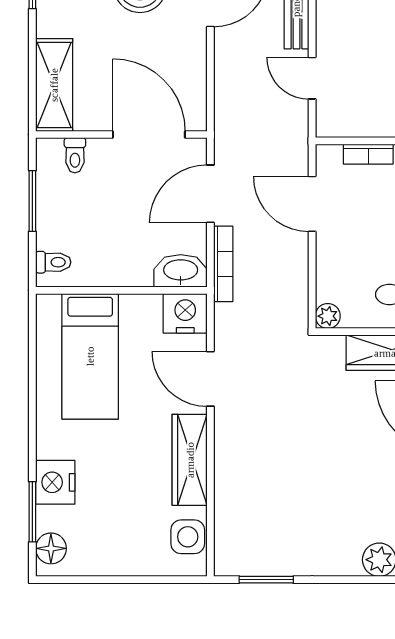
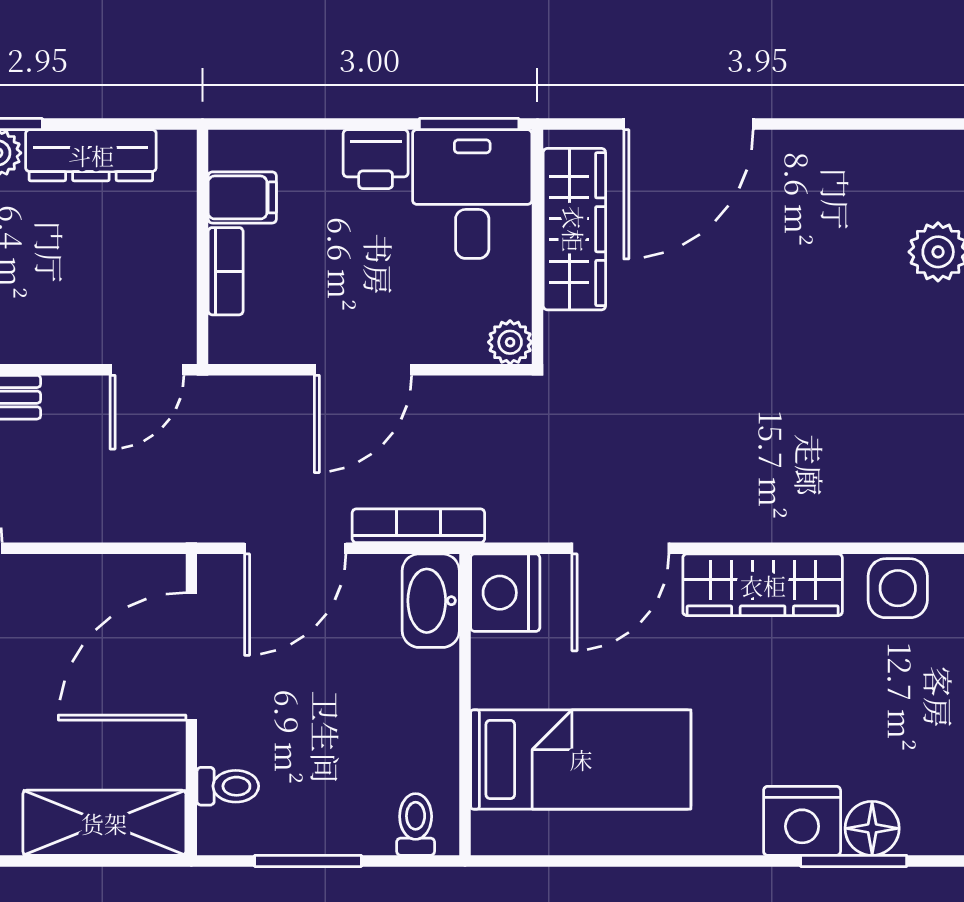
door: (312, 78) -> (147, 370), moved
door: (210, 194) -> (295, 548), hinge flipped
door: (312, 204) -> (363, 370), moved
floor lamp: (51, 548) -> (872, 828), moved

